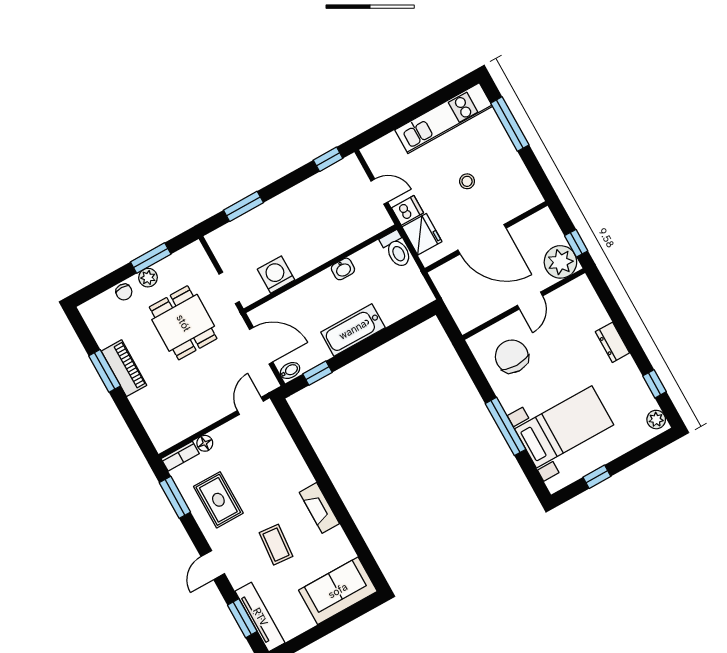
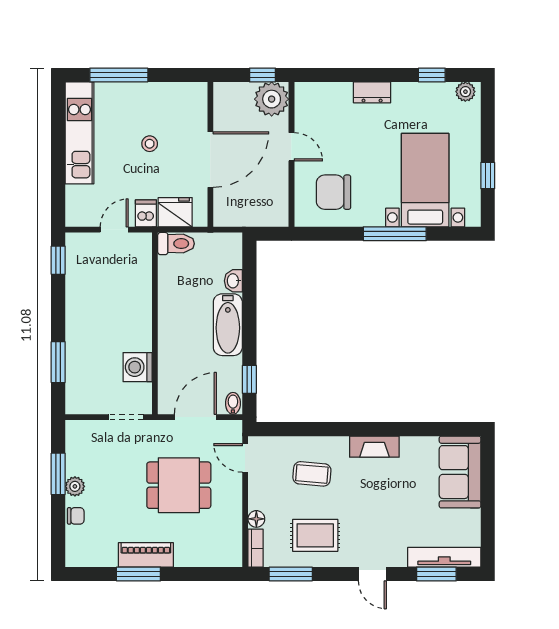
washbasin: (343, 269) -> (233, 281), moved, turned 180
dining table: (183, 323) -> (179, 485), moved
coffee table: (276, 545) -> (312, 474), moved

